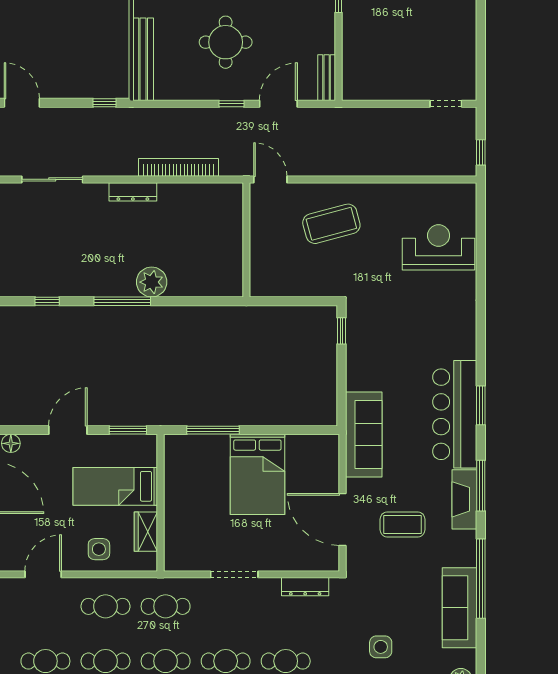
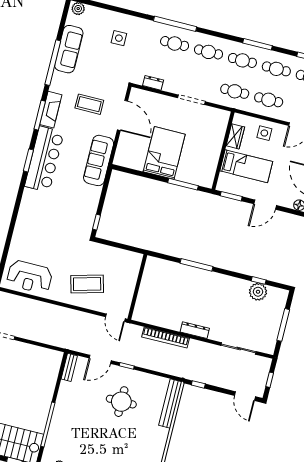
reception desk: (439, 247) -> (30, 277), moved
plant: (152, 282) -> (258, 292), moved
window: (122, 301) -> (196, 265), moved
dresser: (305, 587) -> (153, 83), width x0.70

